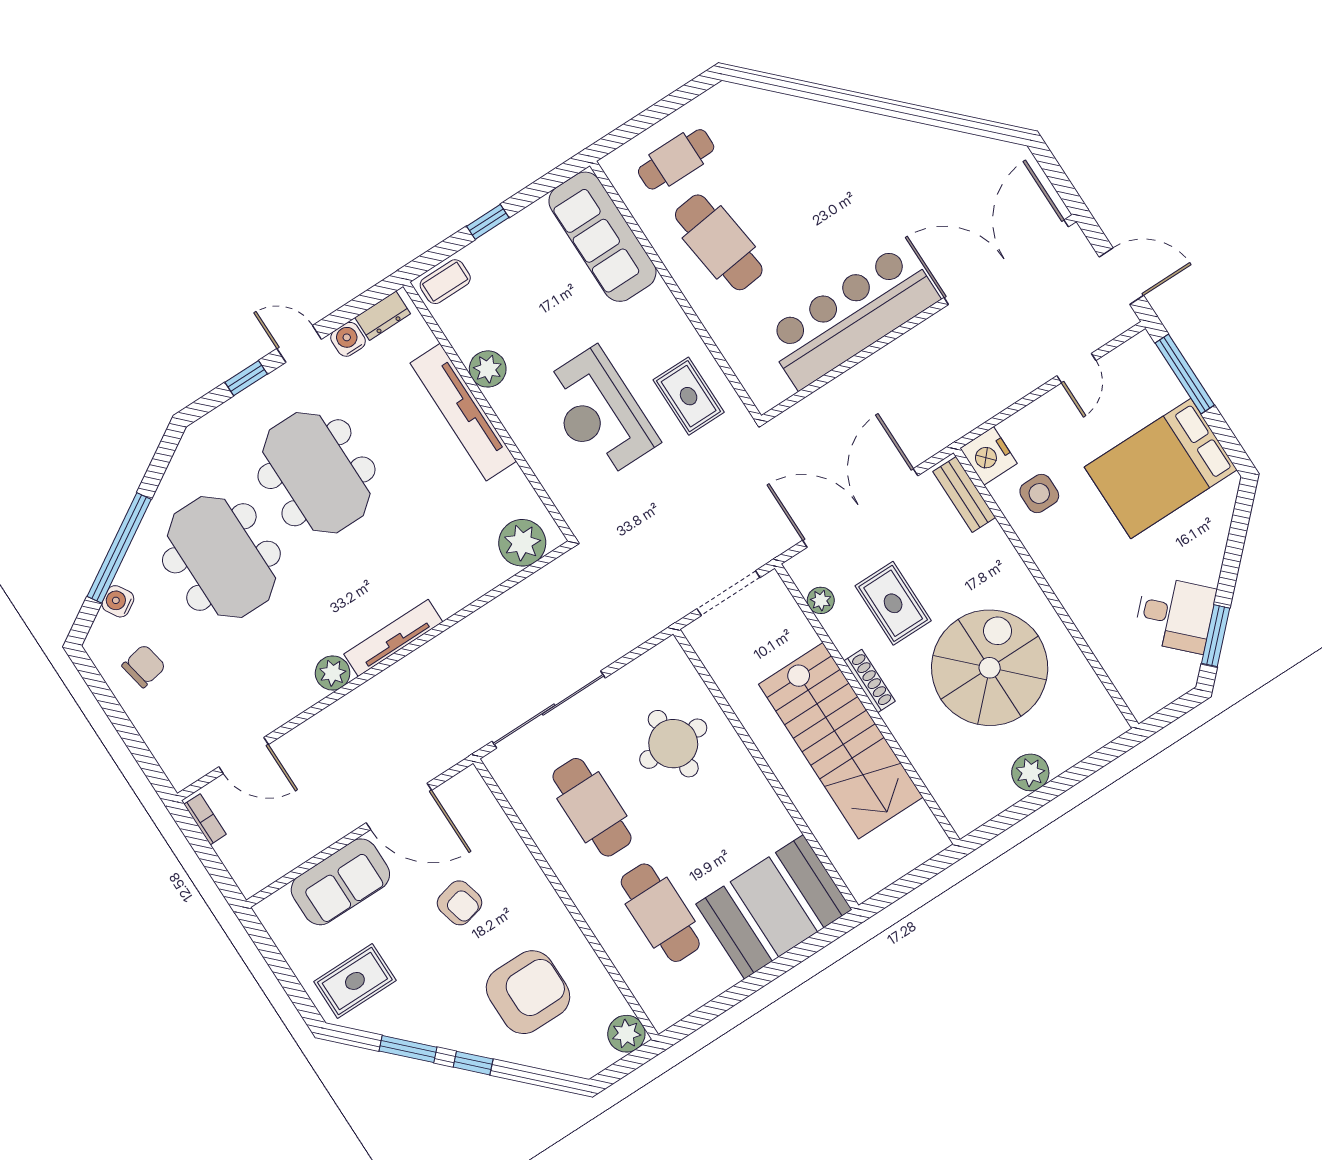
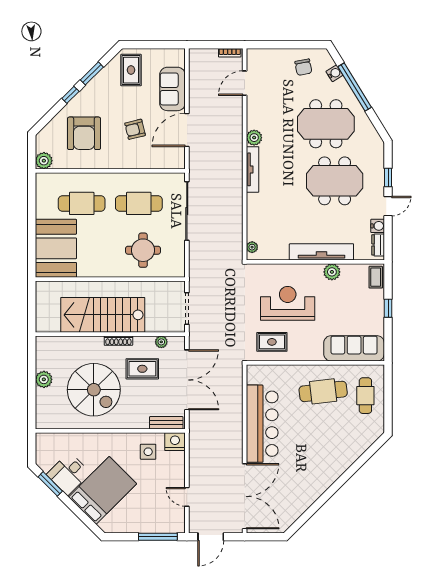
bed: (1161, 468) -> (103, 490), moved, turned 45
plant: (522, 543) -> (252, 247), width x0.53, depth x0.53

